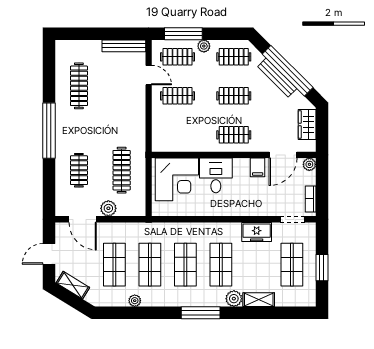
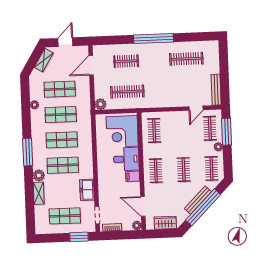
clothes rail: (177, 96) -> (154, 131), moved
filing cabinet: (258, 167) -> (133, 176), moved
plant: (108, 208) -> (100, 104), moved
door: (49, 254) -> (65, 42), hinge flipped
window: (322, 268) -> (79, 237), moved

